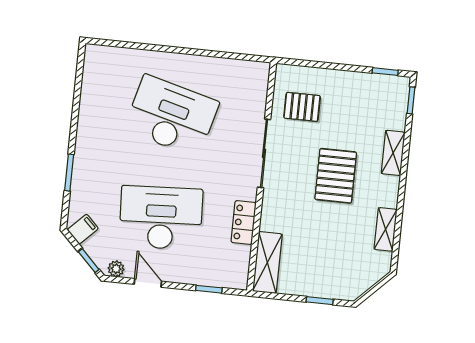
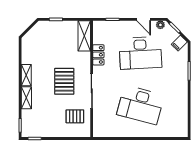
pallet: (336, 176) -> (64, 81), moved
shelving: (386, 229) -> (26, 75), moved

